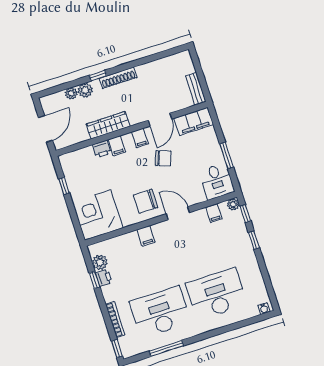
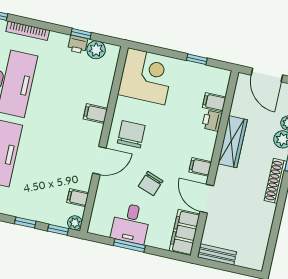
filing cabinet: (117, 146) -> (214, 102), moved
chair: (163, 158) -> (151, 184), moved
desk: (217, 181) -> (131, 223), moved, turned -90

